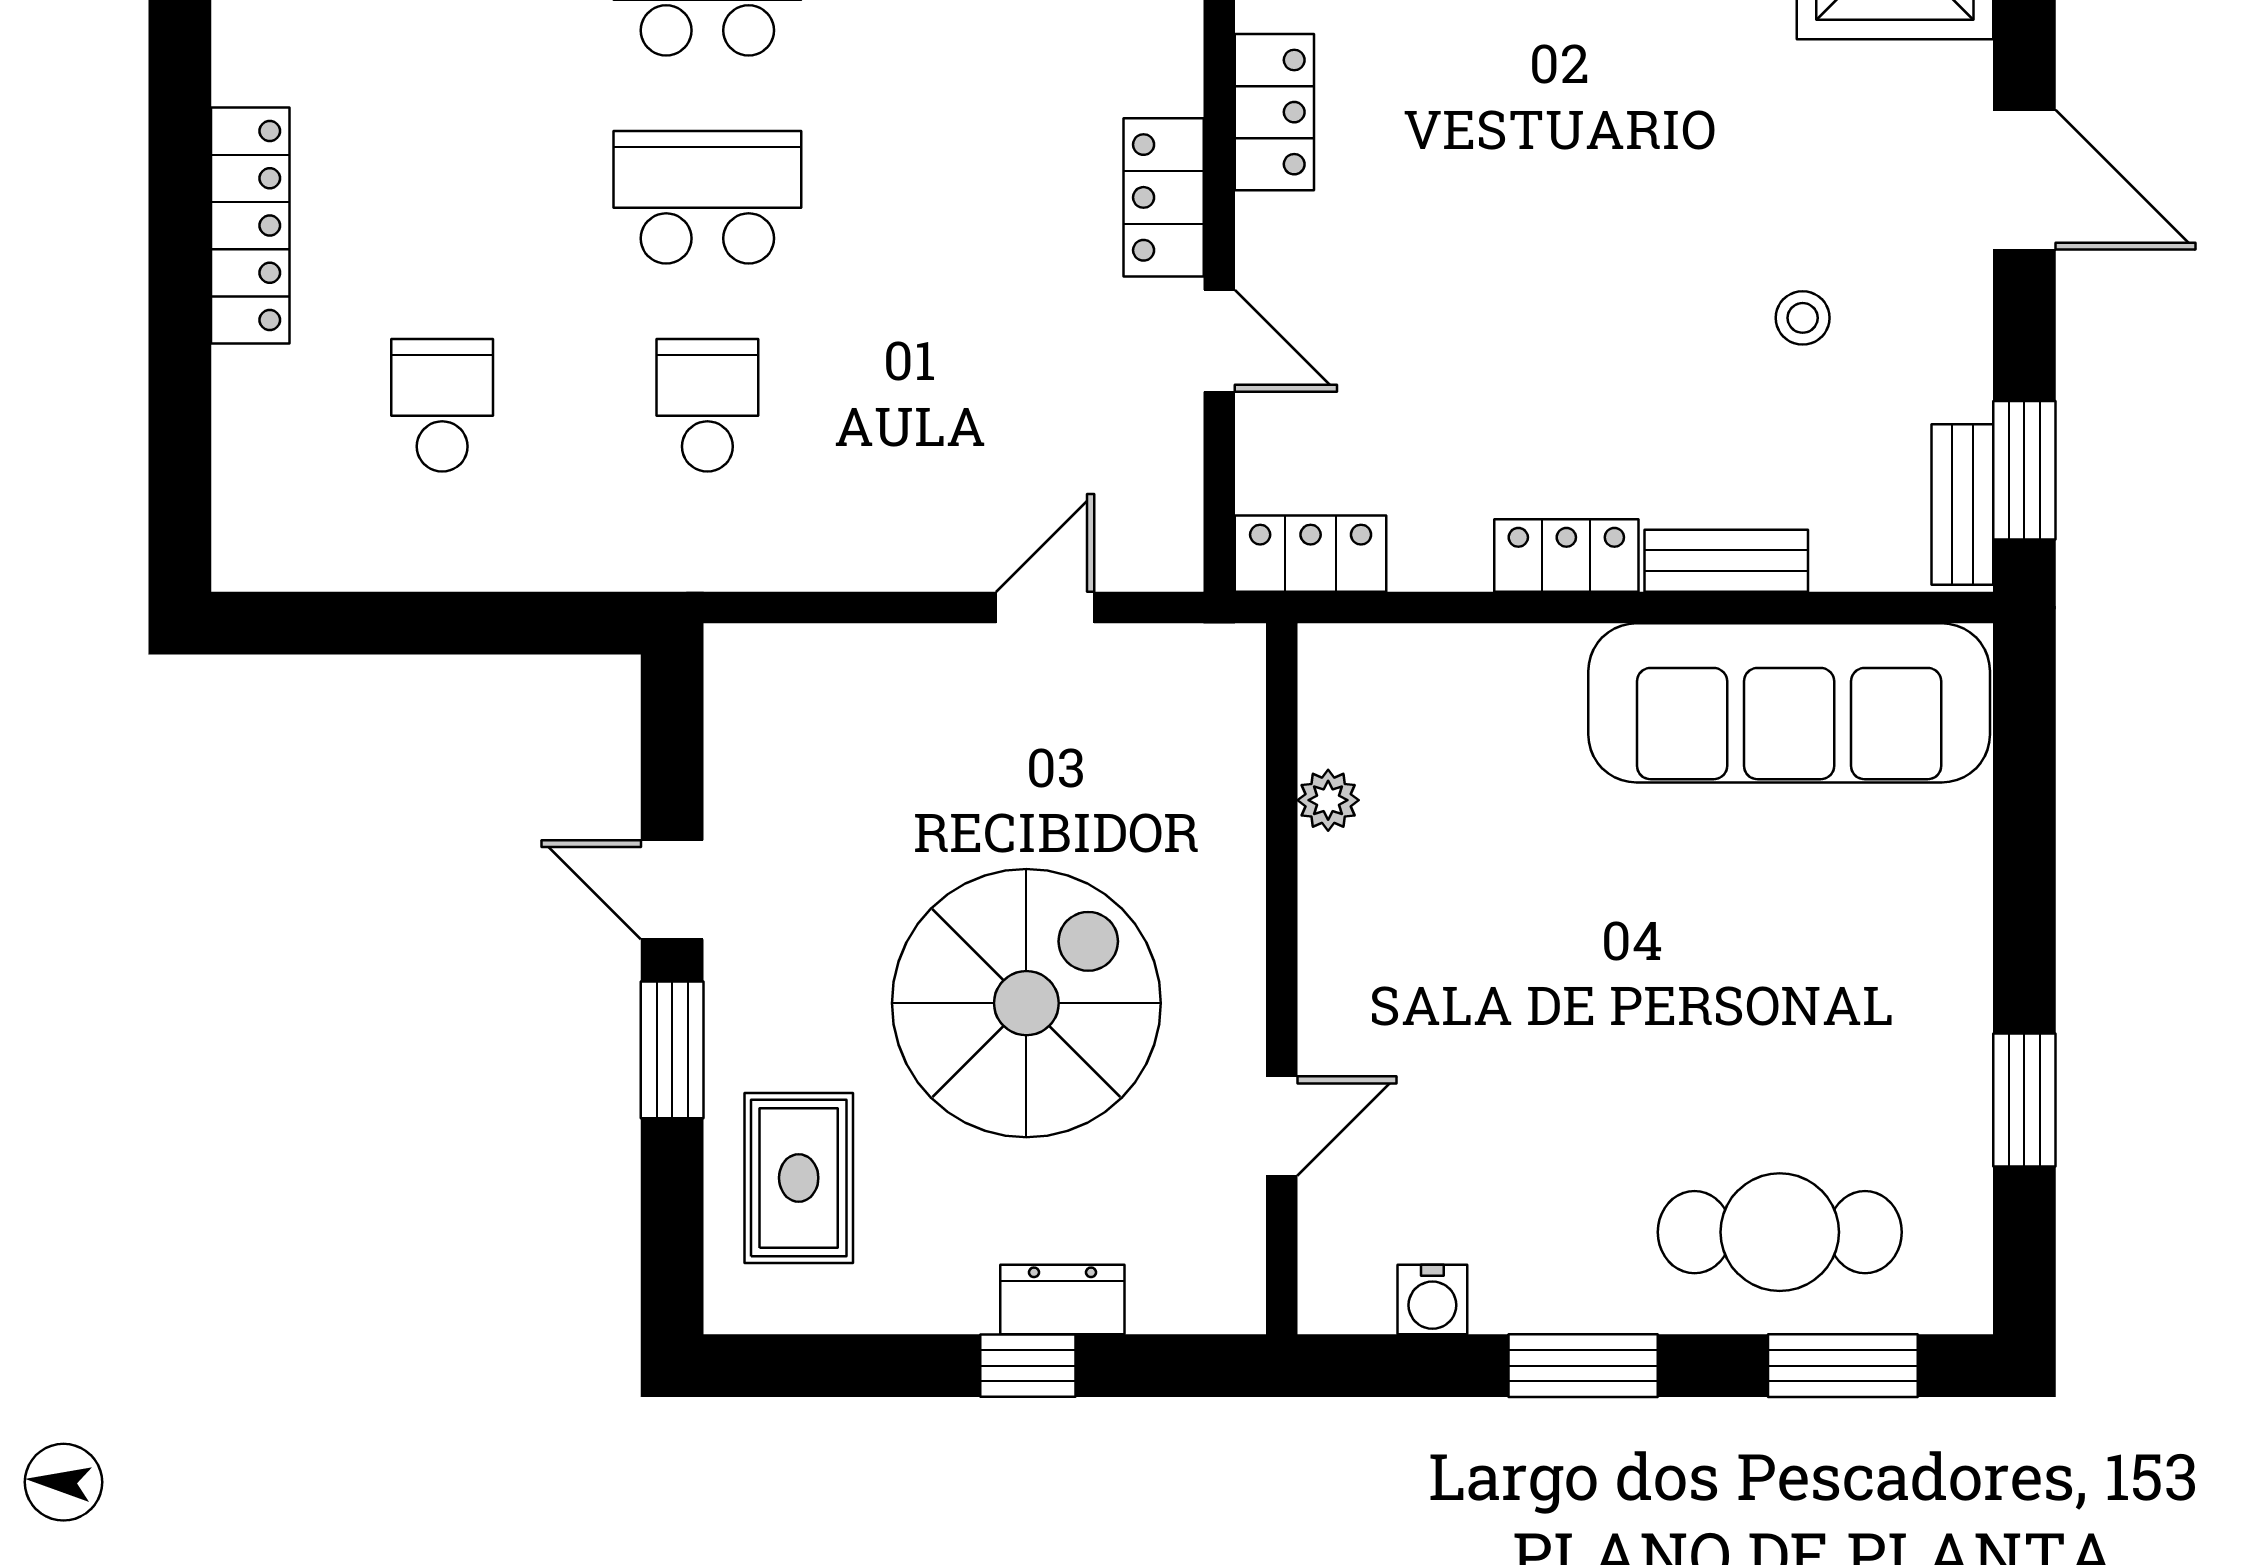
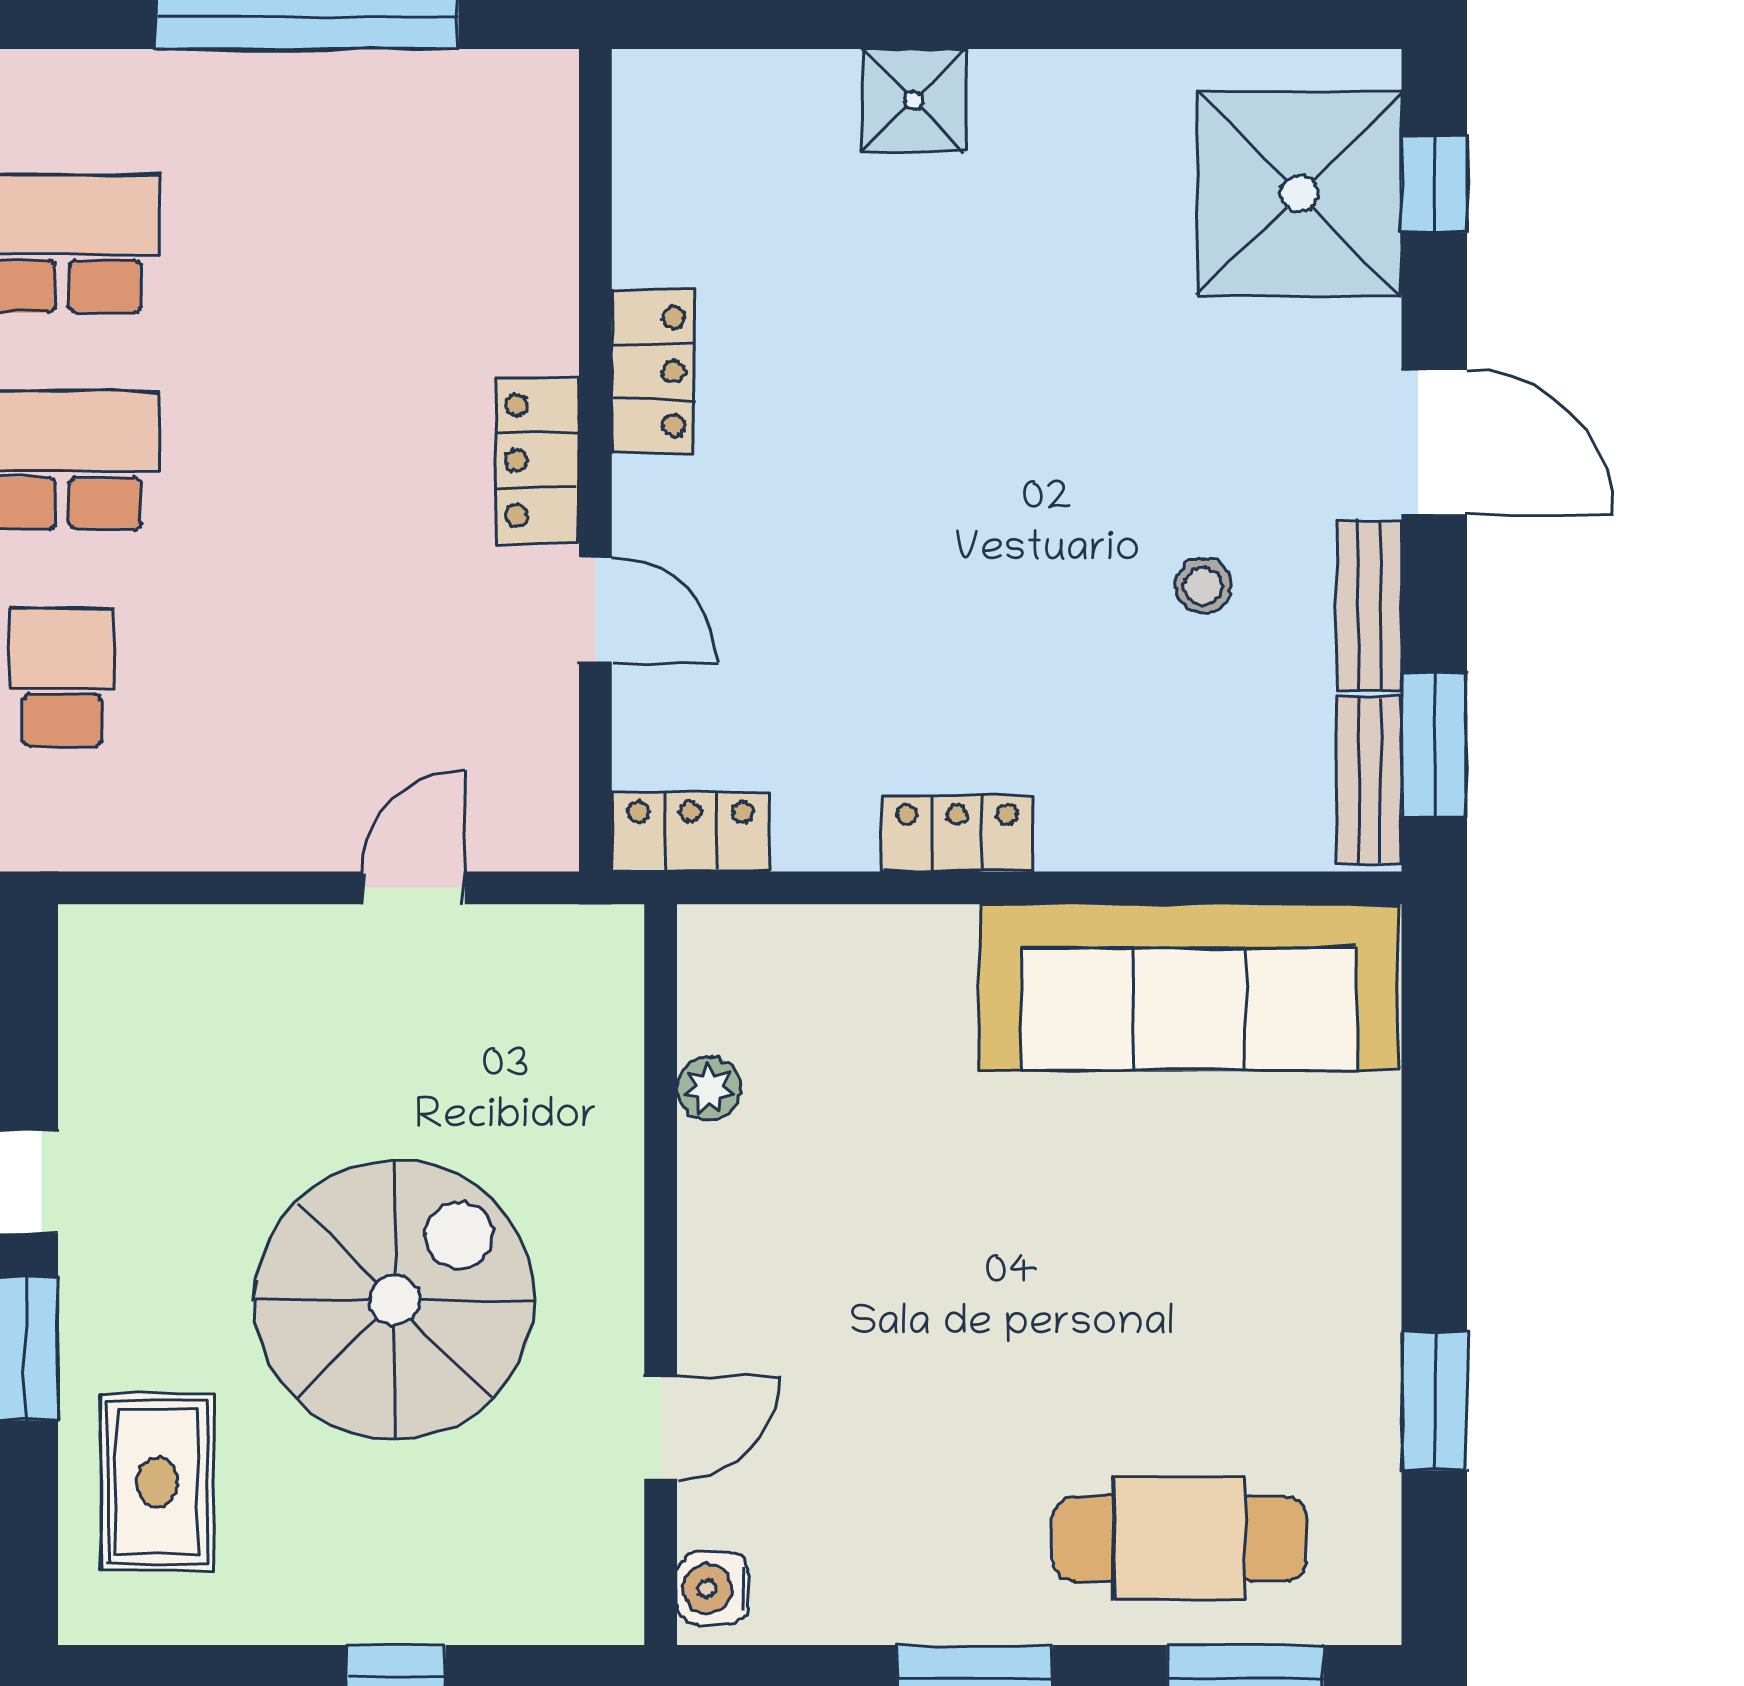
bench: (1726, 561) -> (1369, 605), moved, turned 90
dresser: (1062, 1300) -> (432, 1609), removed
water cooler: (1432, 1300) -> (713, 1589), moved, turned 90

